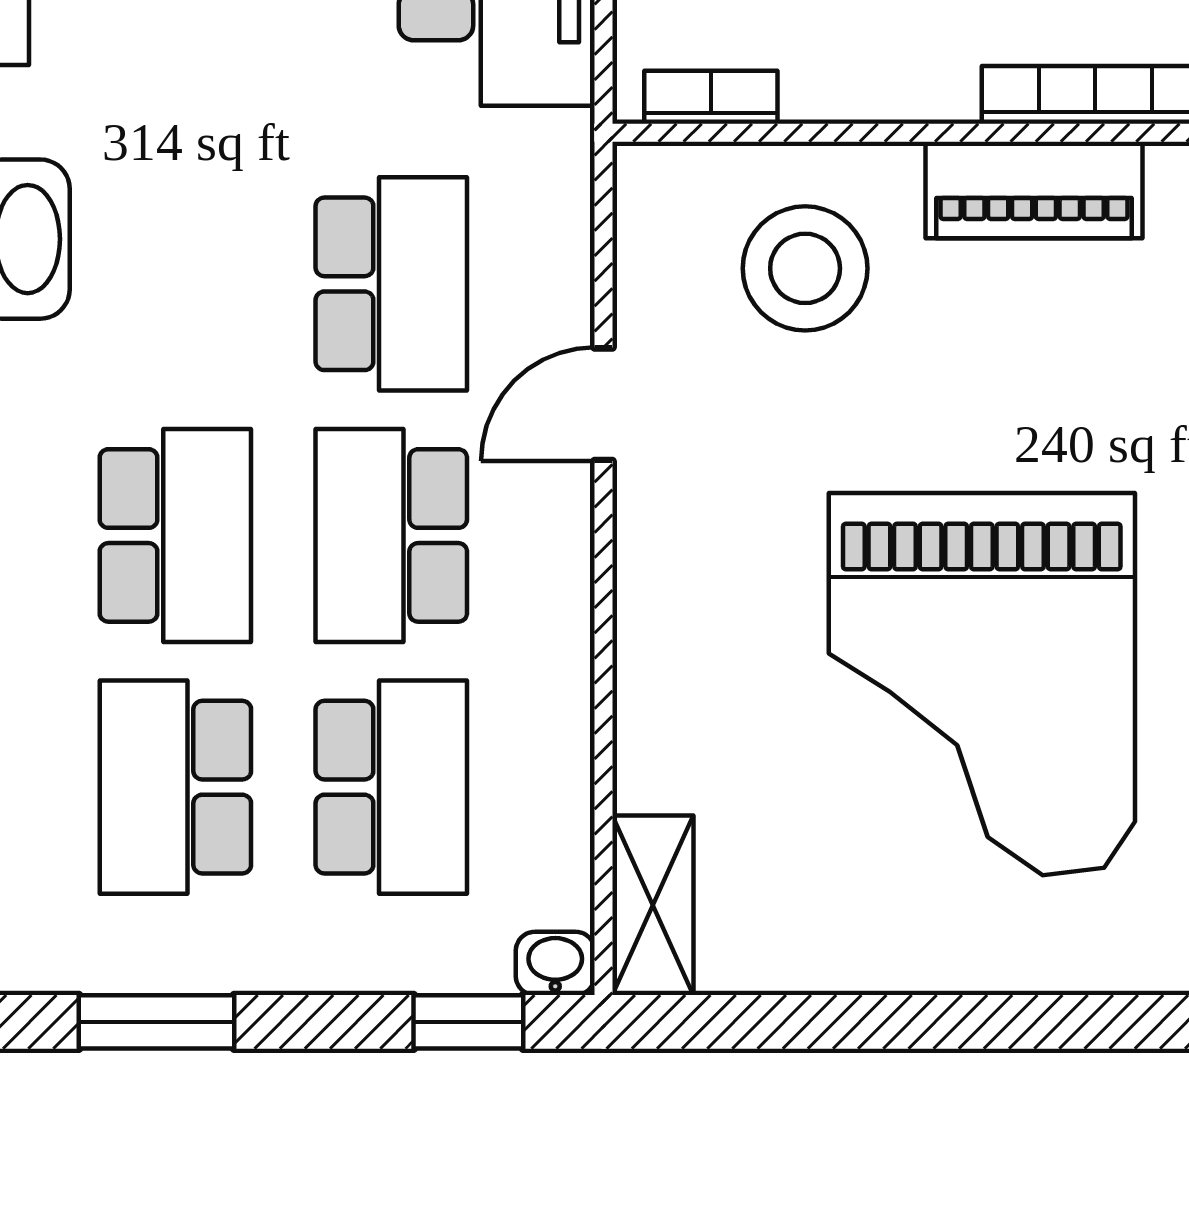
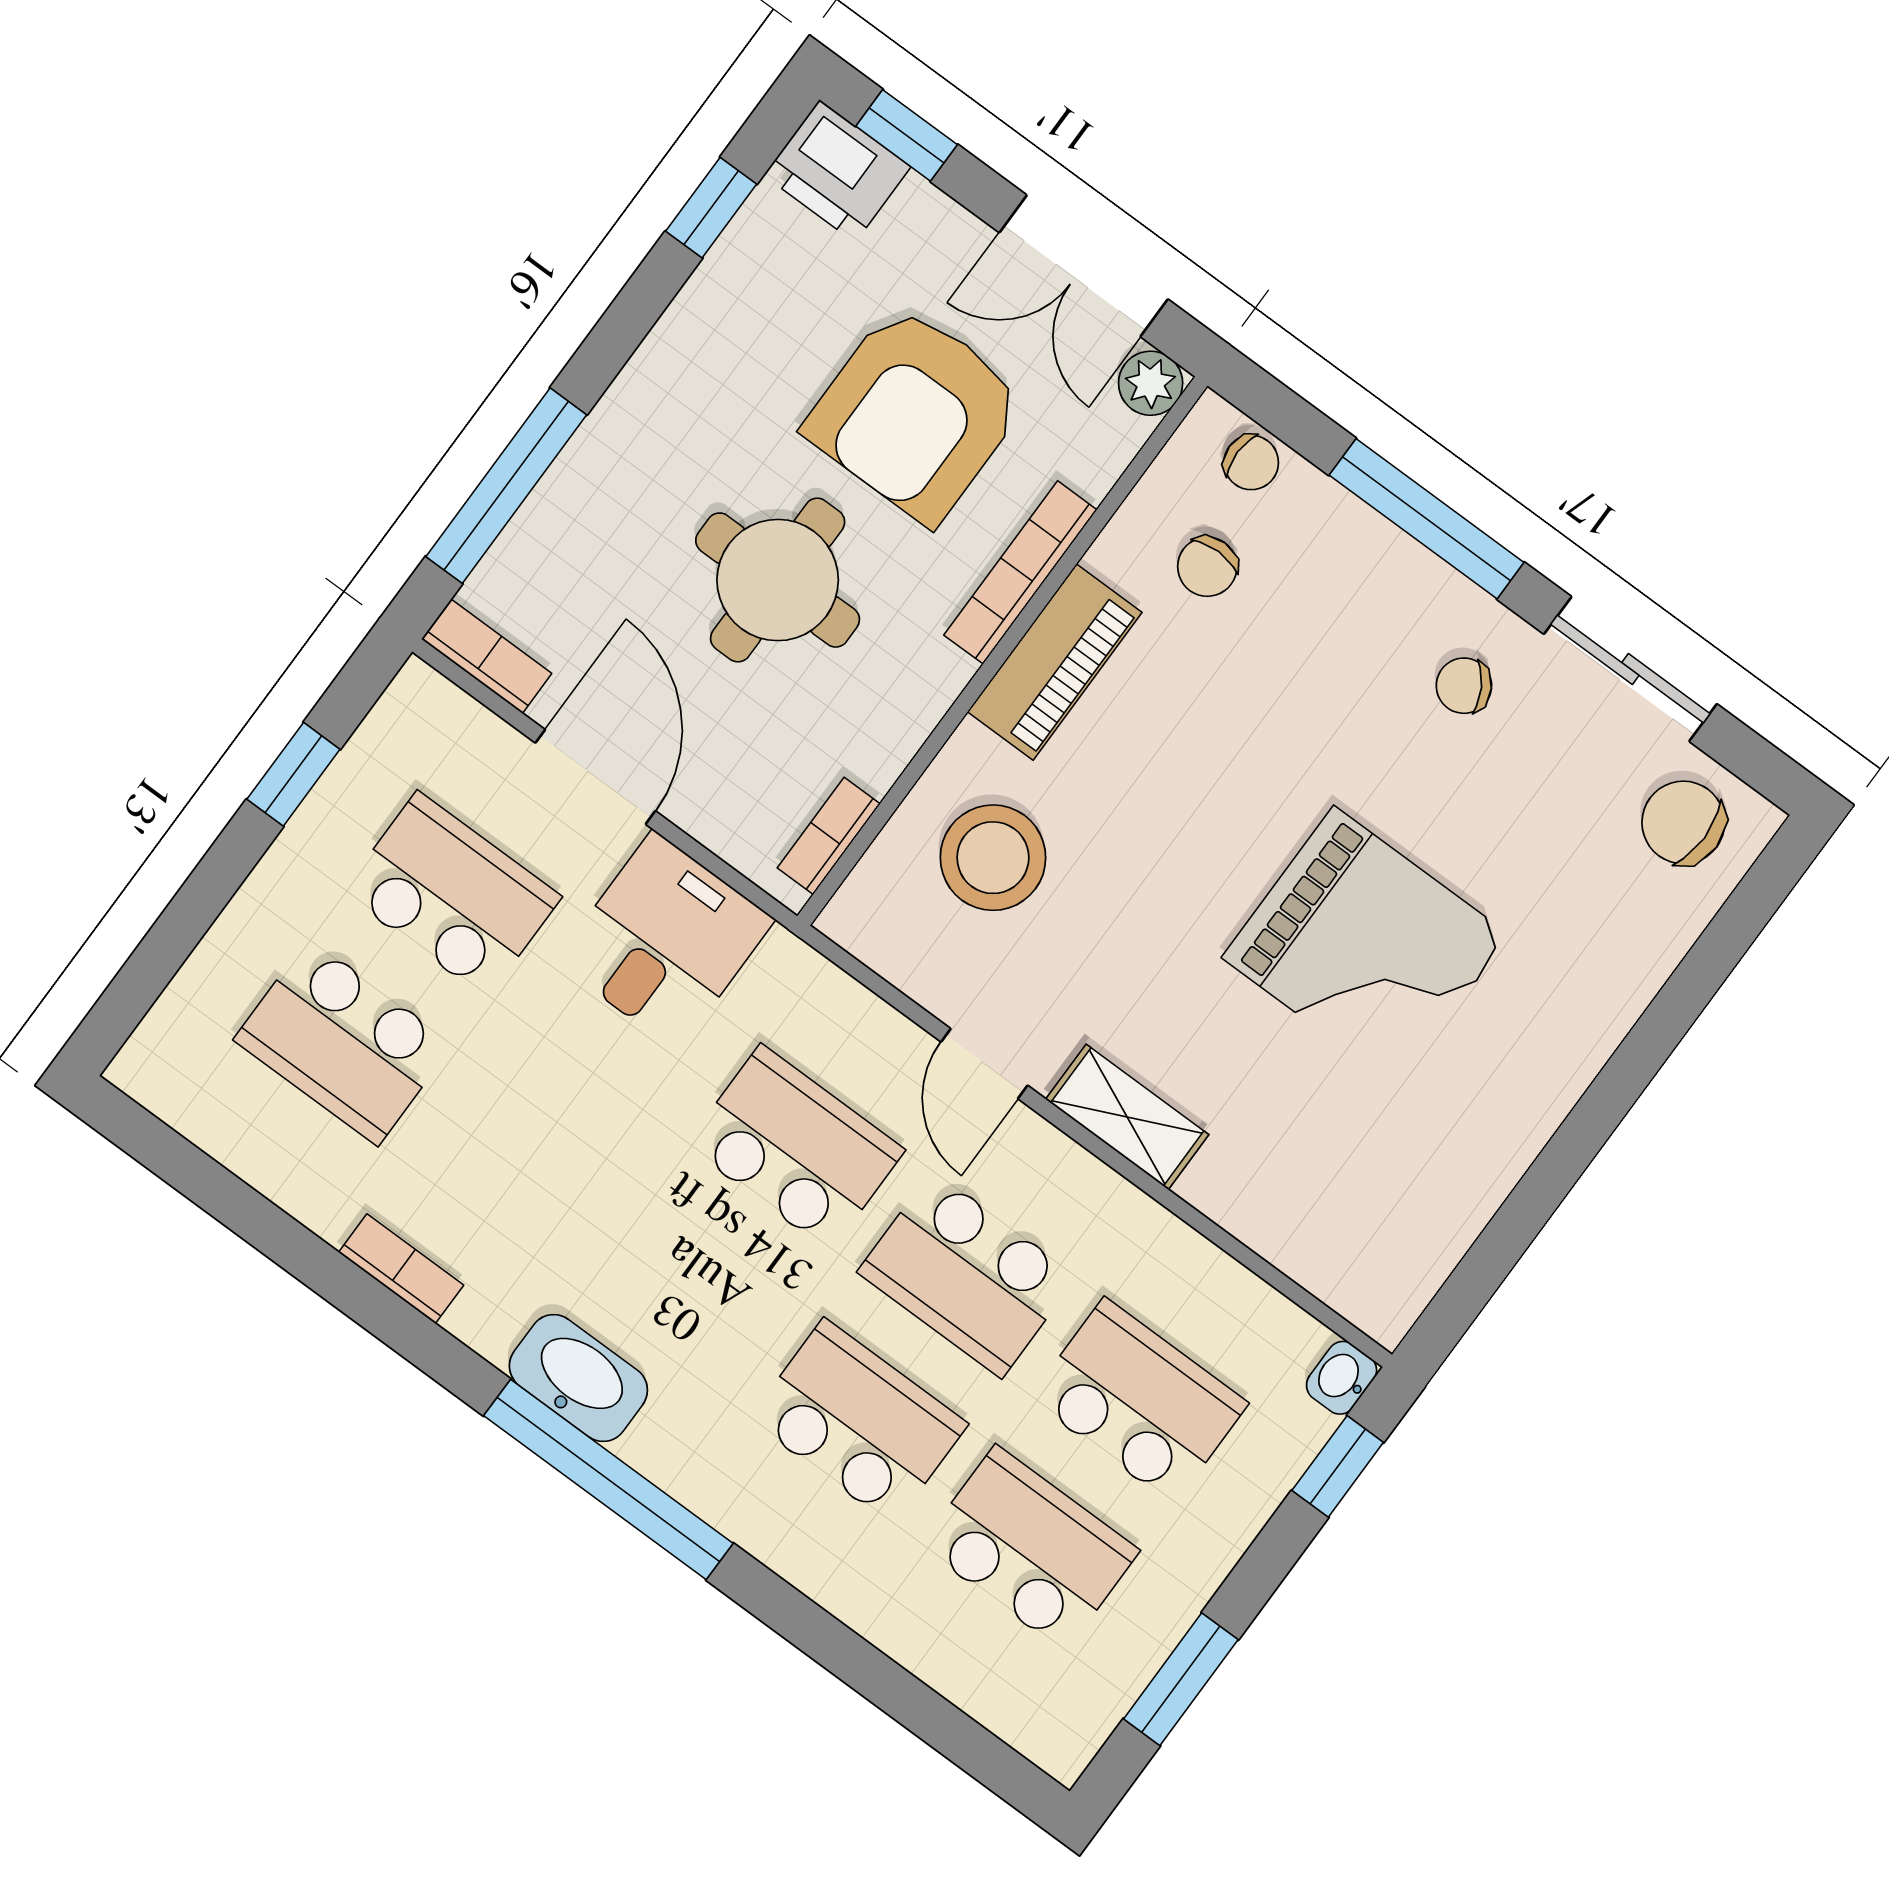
grand piano: (982, 684) -> (1366, 946), width x0.73, depth x0.68
school desk: (175, 787) -> (1030, 1548), turned 180
shelving: (653, 905) -> (1127, 1117), moved

